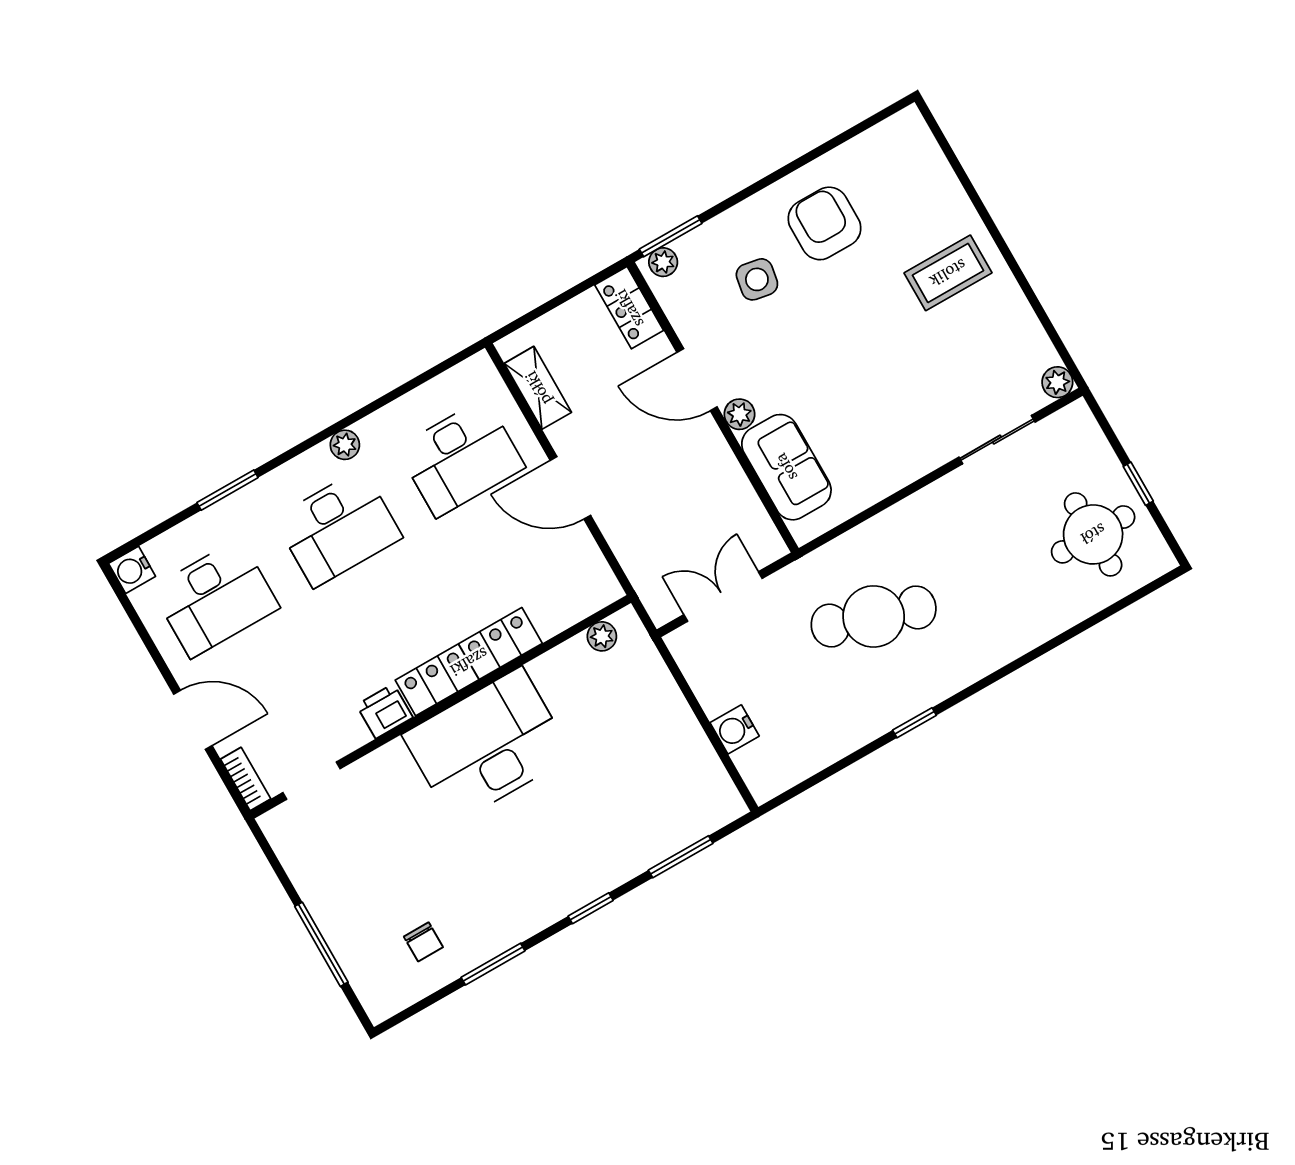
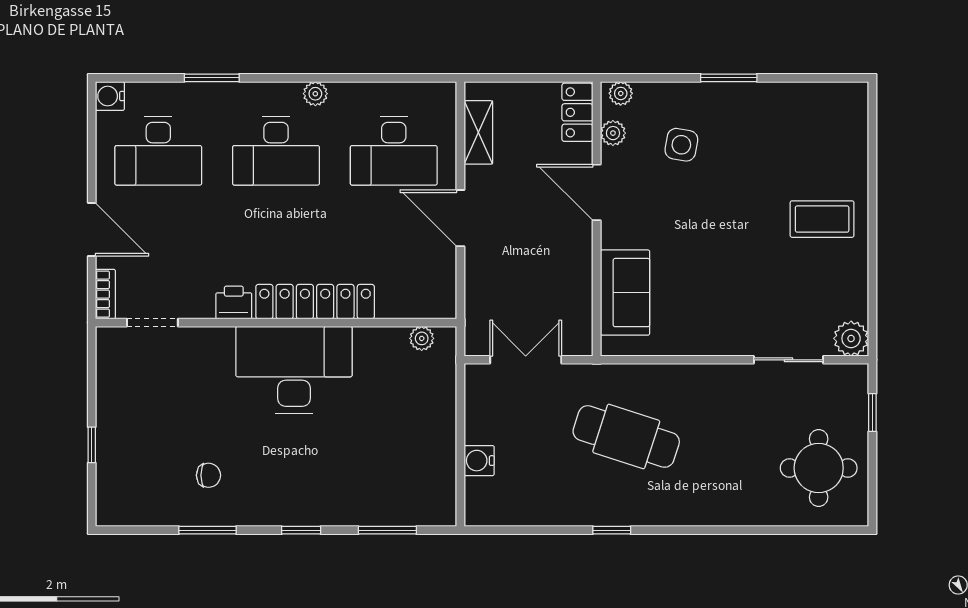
armchair: (824, 223) -> (753, 132), removed
window: (671, 236) -> (729, 78), moved
plant: (1057, 382) -> (851, 338), width x1.38, depth x1.38
plant: (739, 414) -> (613, 133), moved
window: (1138, 484) -> (872, 413), moved
chair: (423, 942) -> (209, 475), moved, turned -90
window: (321, 944) -> (92, 445), width x0.46

